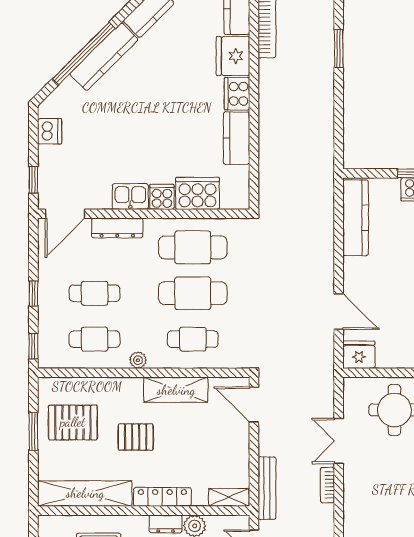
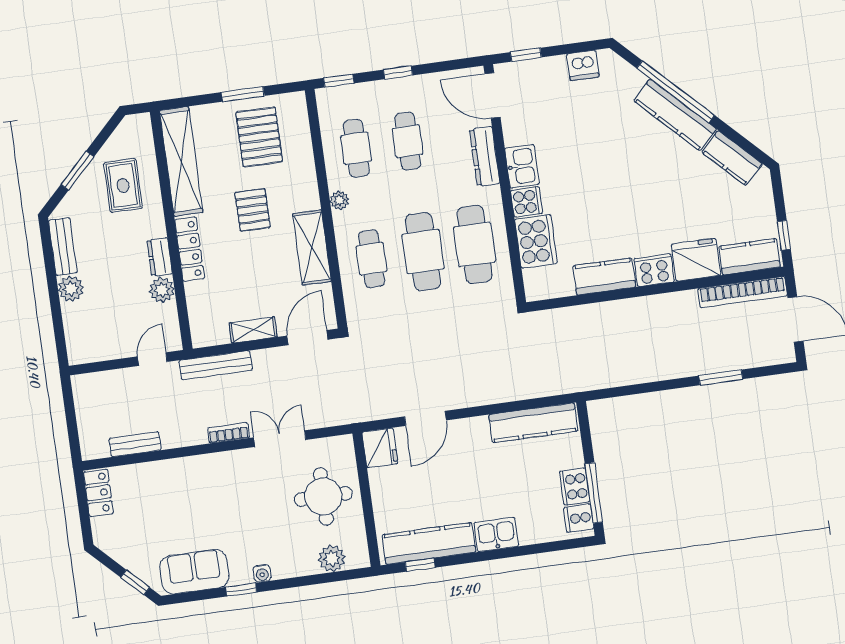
shelving: (229, 497) -> (253, 330), moved, turned 90

